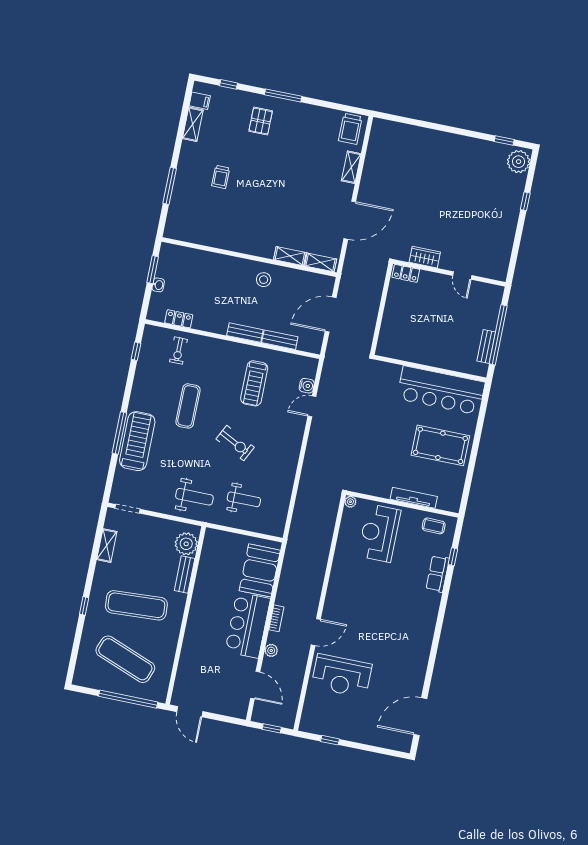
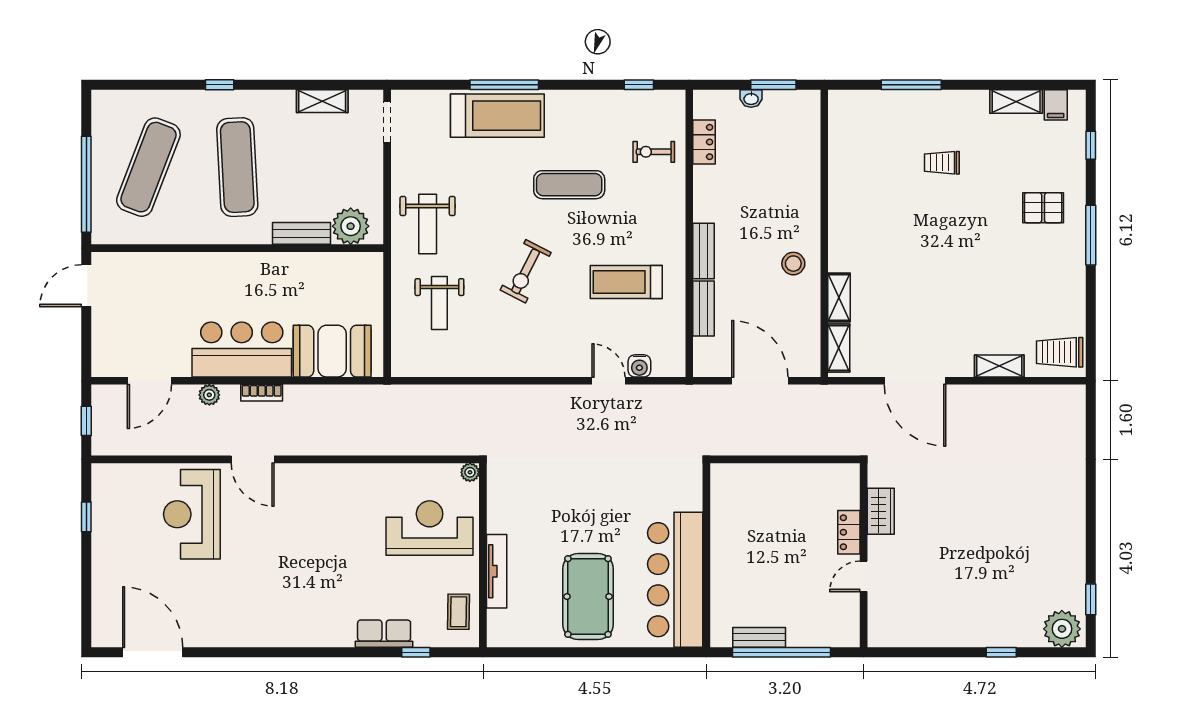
locker: (406, 273) -> (849, 532), moved

